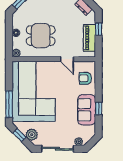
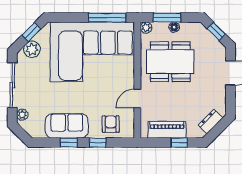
dining table: (41, 36) -> (170, 62), width x1.38
window: (9, 38) -> (167, 18), added
window: (99, 88) -> (98, 143), added
window: (9, 104) -> (107, 18), moved

